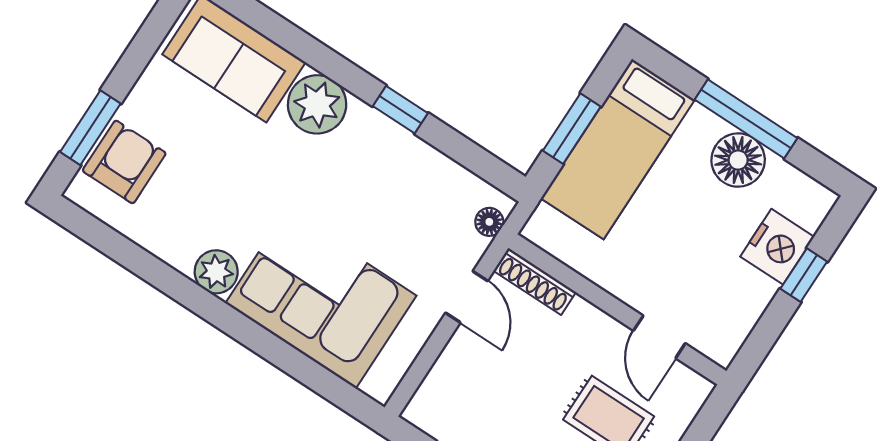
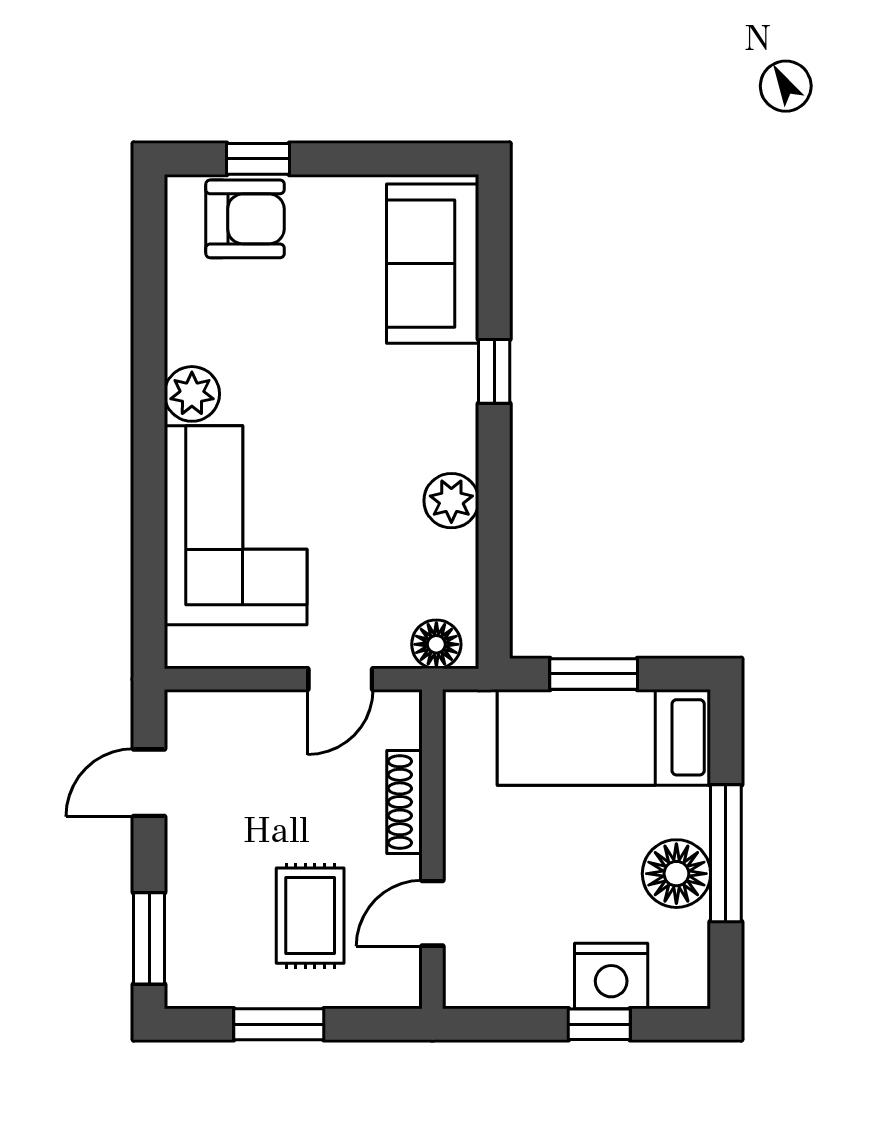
plant: (317, 104) -> (451, 501), moved, width x0.73, depth x0.73
window: (400, 110) -> (494, 371), moved
window: (90, 128) -> (258, 159), width x0.67
floor lamp: (489, 222) -> (436, 644), width x1.37, depth x1.37
shoe rack: (535, 281) -> (404, 802), moved

